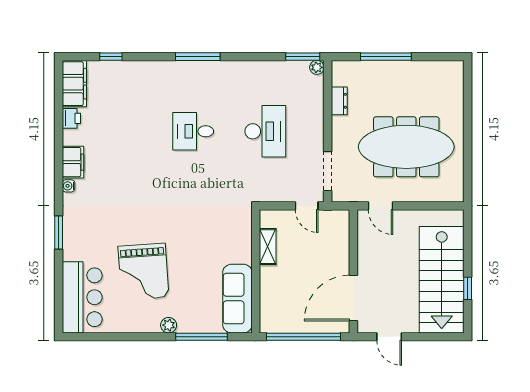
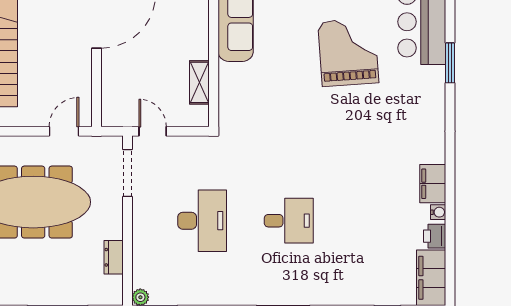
desk: (265, 131) -> (202, 221), turned 180
water cooler: (69, 186) -> (438, 212), moved
door: (381, 206) -> (64, 131), hinge flipped
window: (59, 232) -> (450, 63), moved

